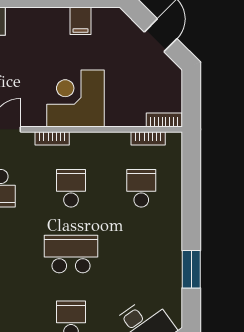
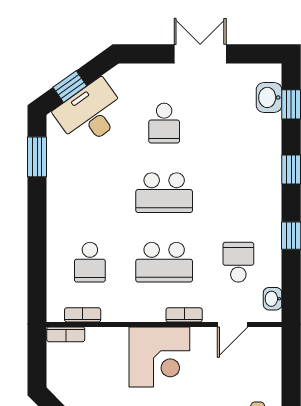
school desk: (71, 188) -> (164, 262), width x1.85
window: (191, 269) -> (37, 157), moved

